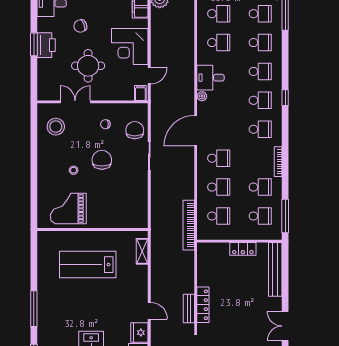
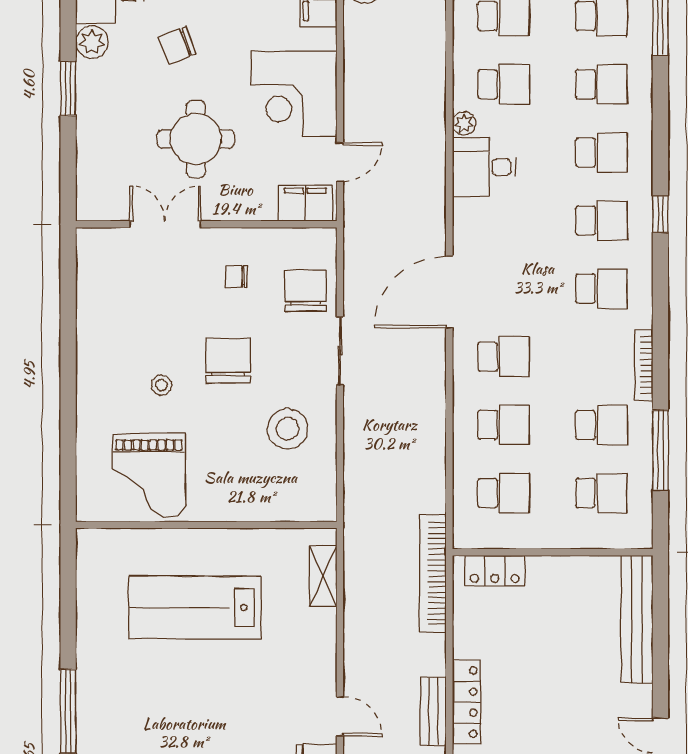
plant: (44, 25) -> (92, 42), added
printer: (46, 45) -> (97, 90), removed
filing cabinet: (140, 93) -> (305, 203), width x2.00
plant: (202, 96) -> (464, 123), moved
stool: (56, 127) -> (288, 429), moved
grand piano: (68, 208) -> (149, 475), turned -90
window: (285, 216) -> (660, 450), moved
bookcase: (189, 225) -> (433, 573), moved
locker: (243, 249) -> (495, 571), moved

